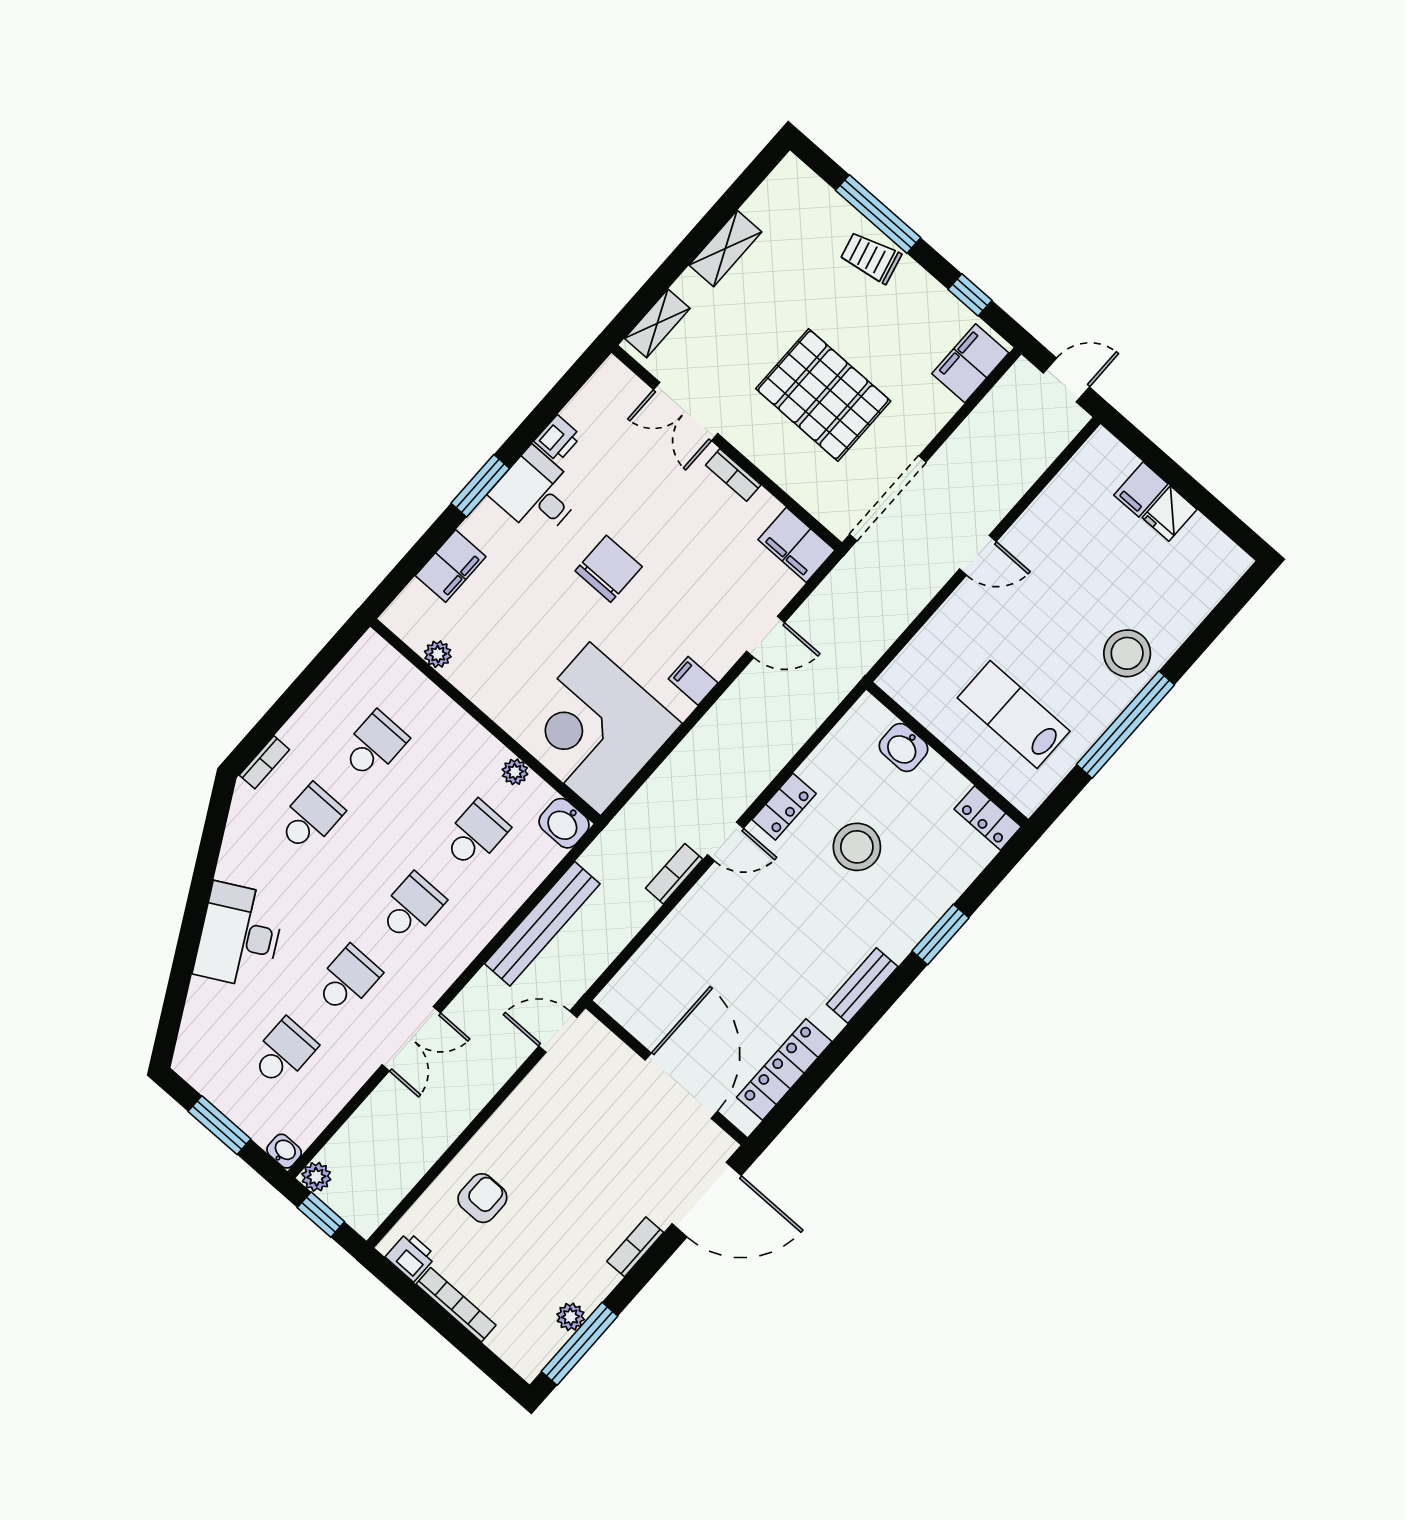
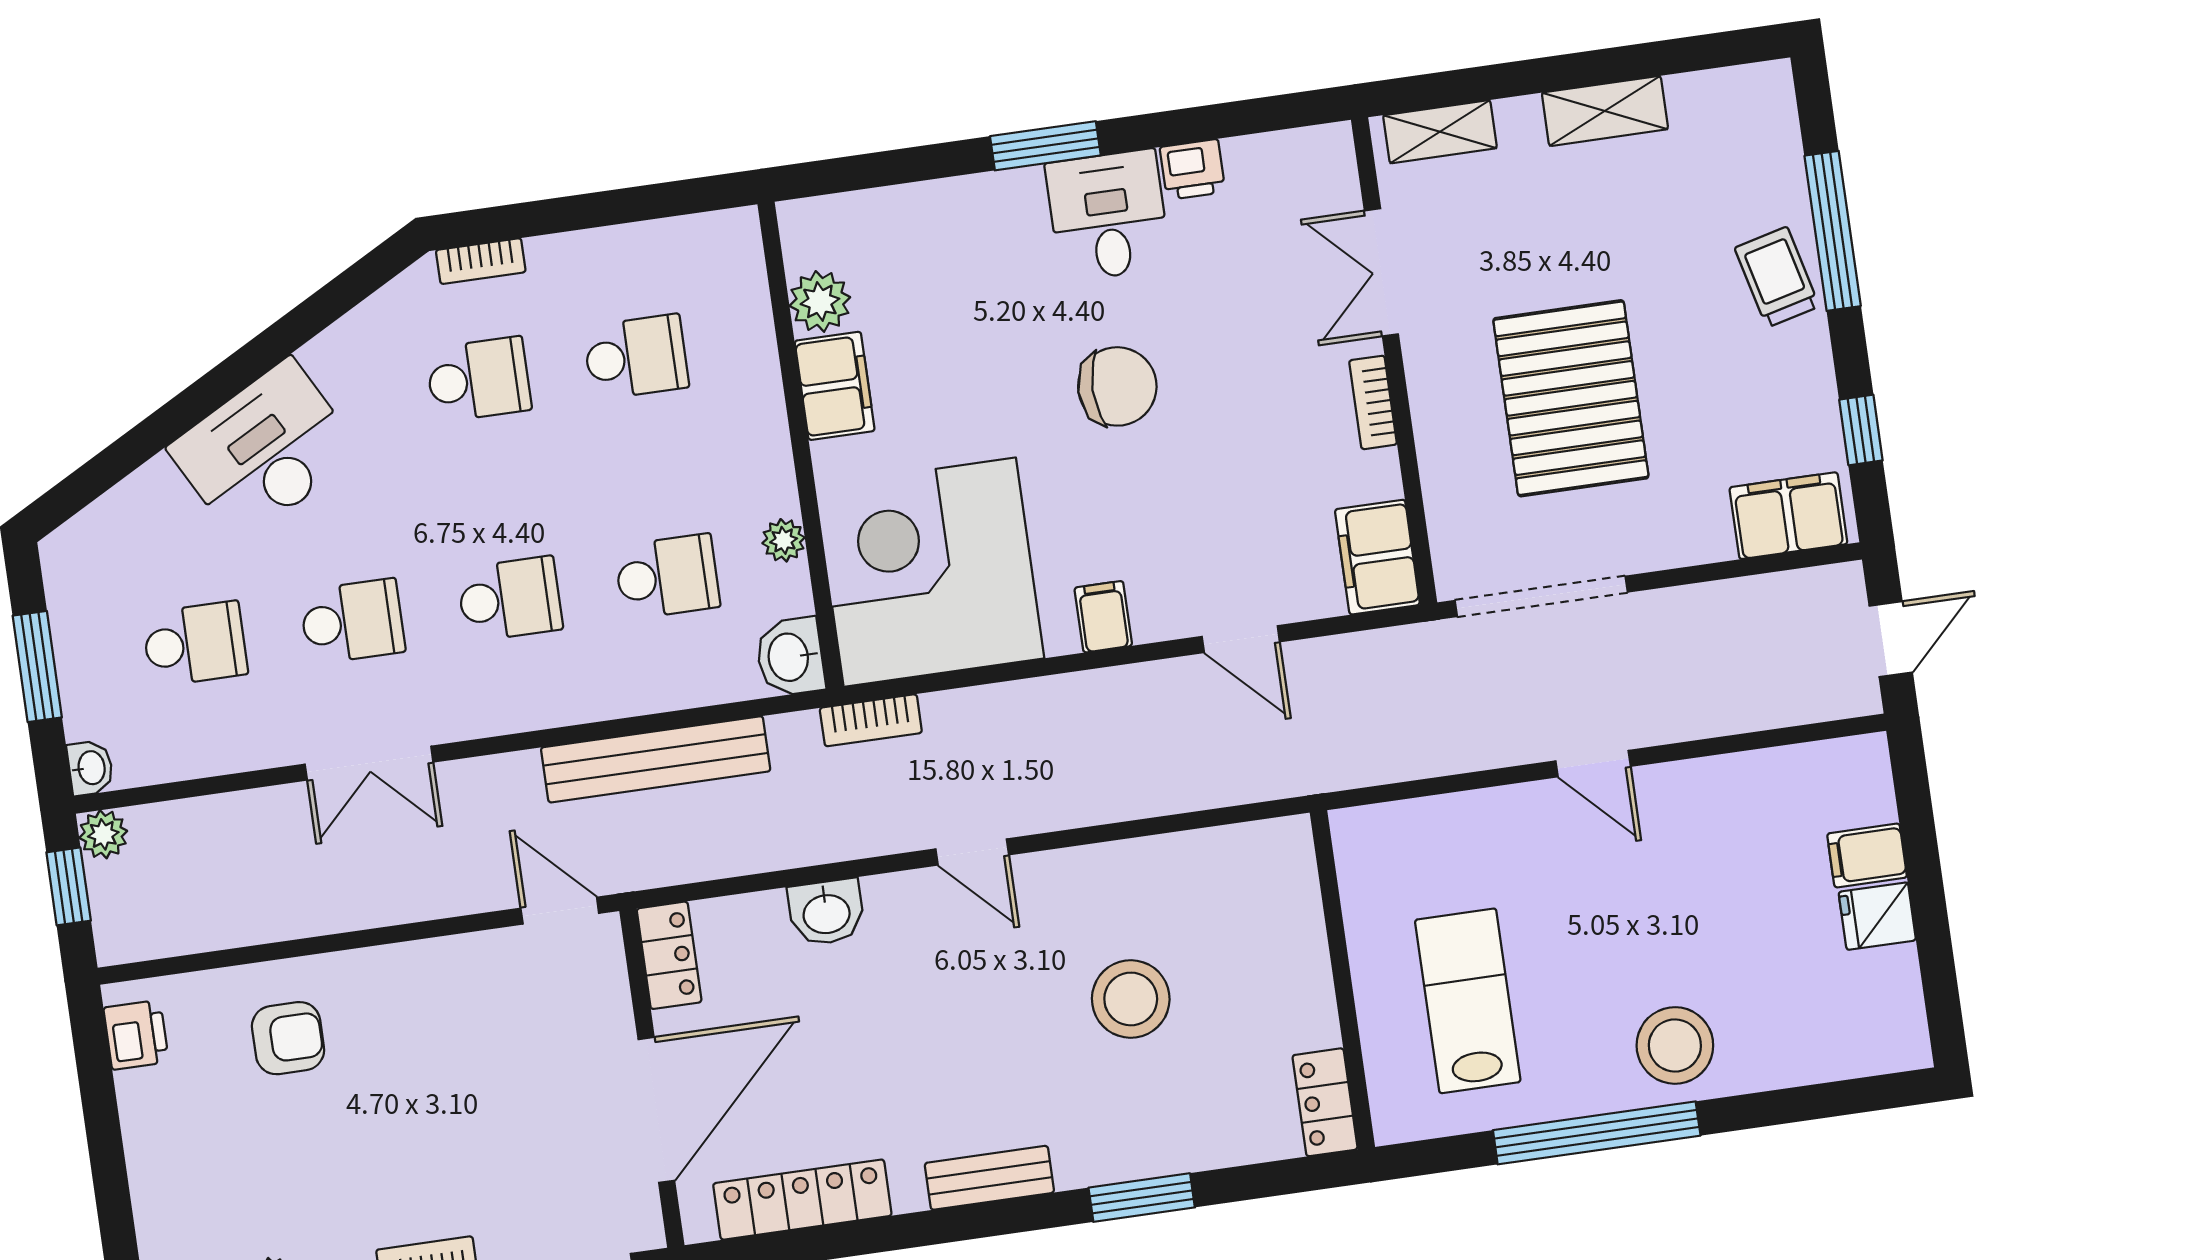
door: (1066, 380) -> (1891, 639), hinge flipped
filing cabinet: (451, 566) -> (835, 386), moved, turned -90
plant: (438, 654) -> (820, 301), width x1.38, depth x1.38
washbasin: (903, 747) -> (826, 912), moved, turned -90
locker: (784, 807) -> (669, 955), moved, turned -90
bookcase: (674, 874) -> (871, 720), moved, turned 180
bookcase: (456, 1305) -> (141, 1143), removed

